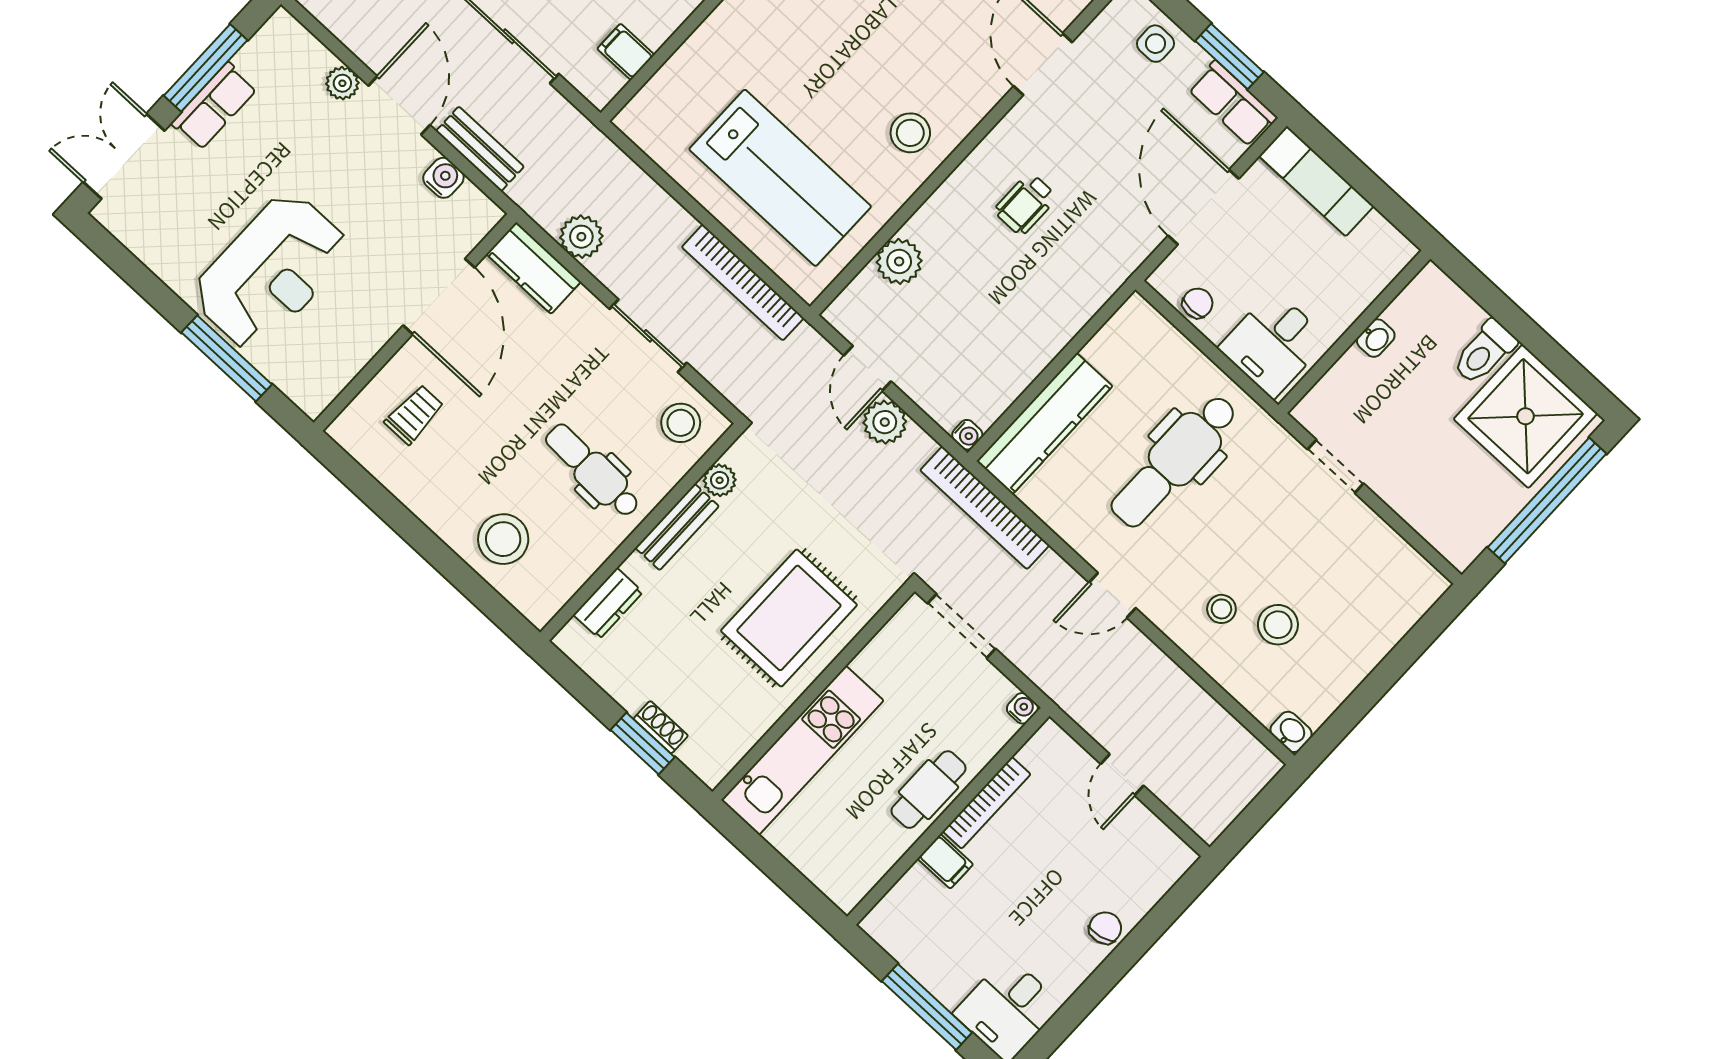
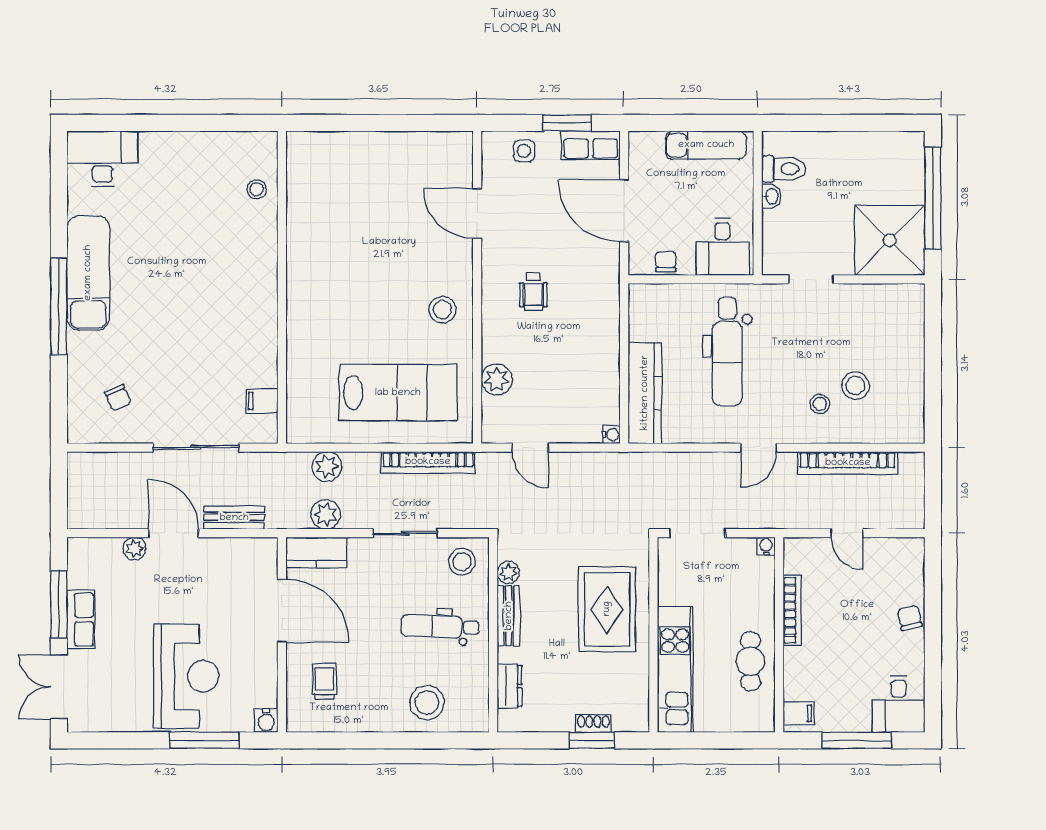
water cooler: (443, 178) -> (266, 721), moved, turned 180
exam couch: (1316, 181) -> (706, 145), moved
toilet: (1484, 352) -> (784, 169), moved, turned -90
shower: (1526, 416) -> (890, 240), moved
plant: (885, 422) -> (327, 467), moved
bookcase: (985, 508) -> (848, 463), moved
washbasin: (1291, 732) -> (912, 433), removed
cafe table: (929, 790) -> (750, 661), moved
filing cabinet: (945, 861) -> (799, 713), moved

